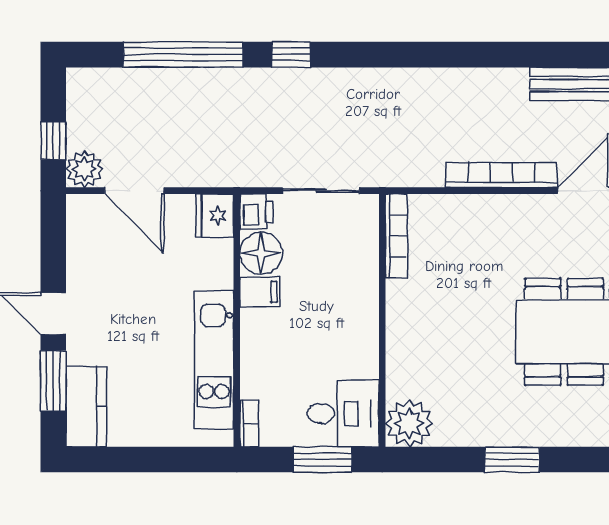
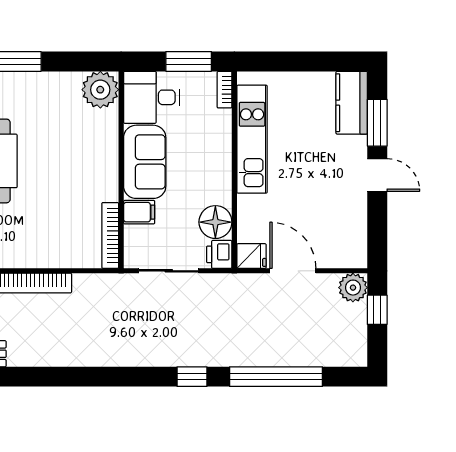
door: (134, 191) -> (293, 271), moved
fridge: (215, 216) -> (251, 256), width x0.72
filing cabinet: (260, 292) -> (139, 212), moved, turned 180
sofa: (352, 331) -> (145, 162), added
window: (323, 460) -> (189, 61), moved

